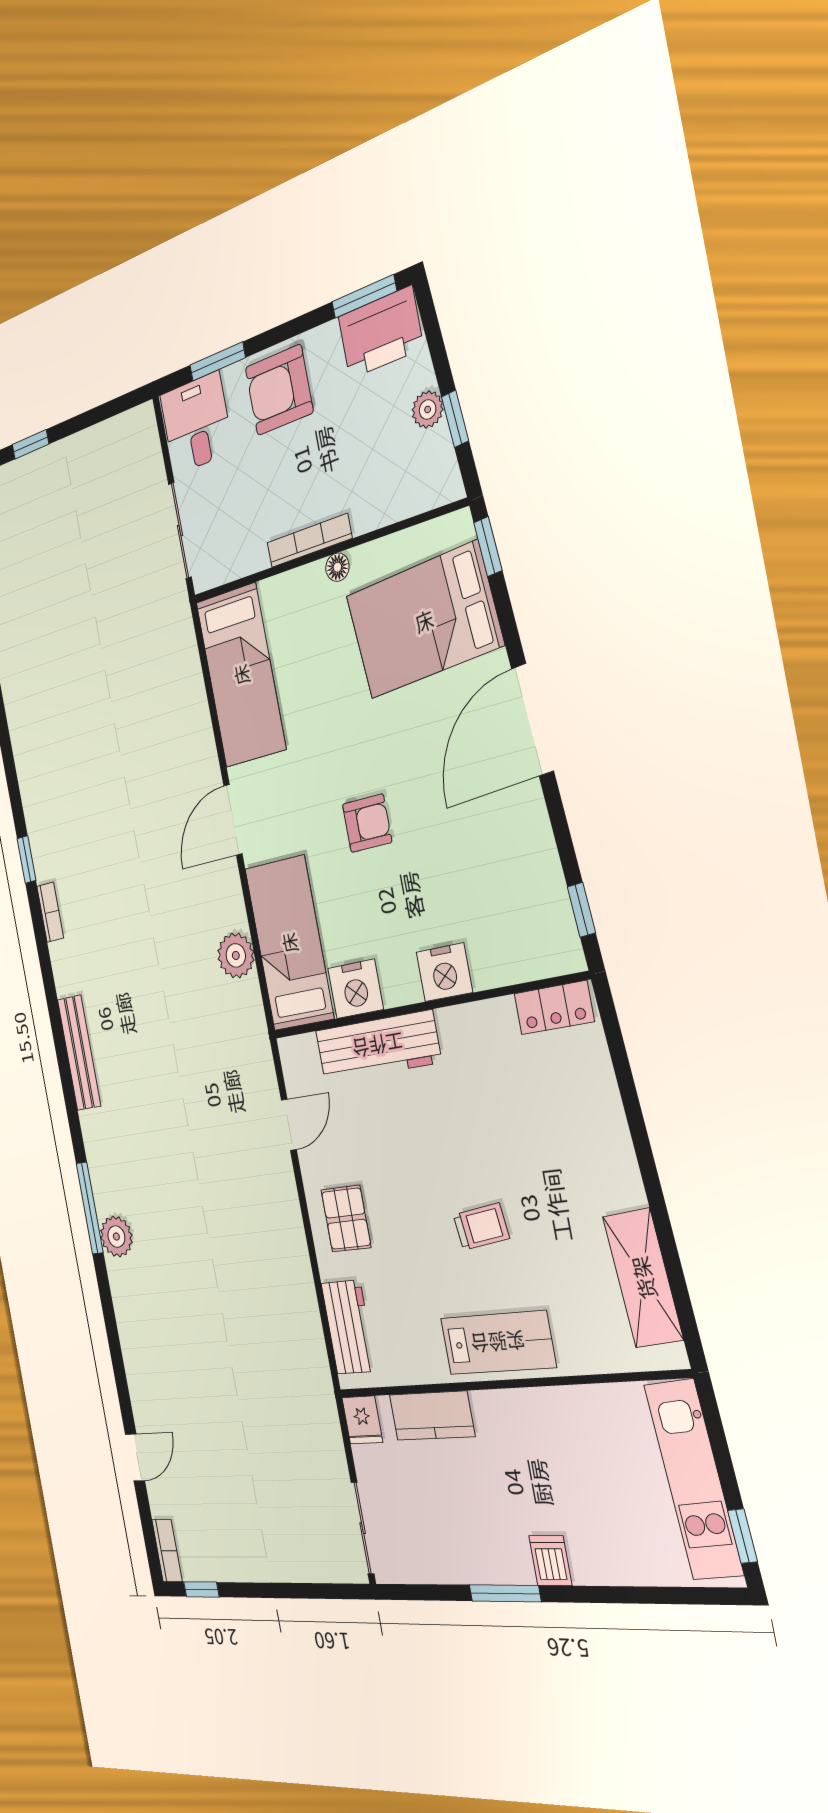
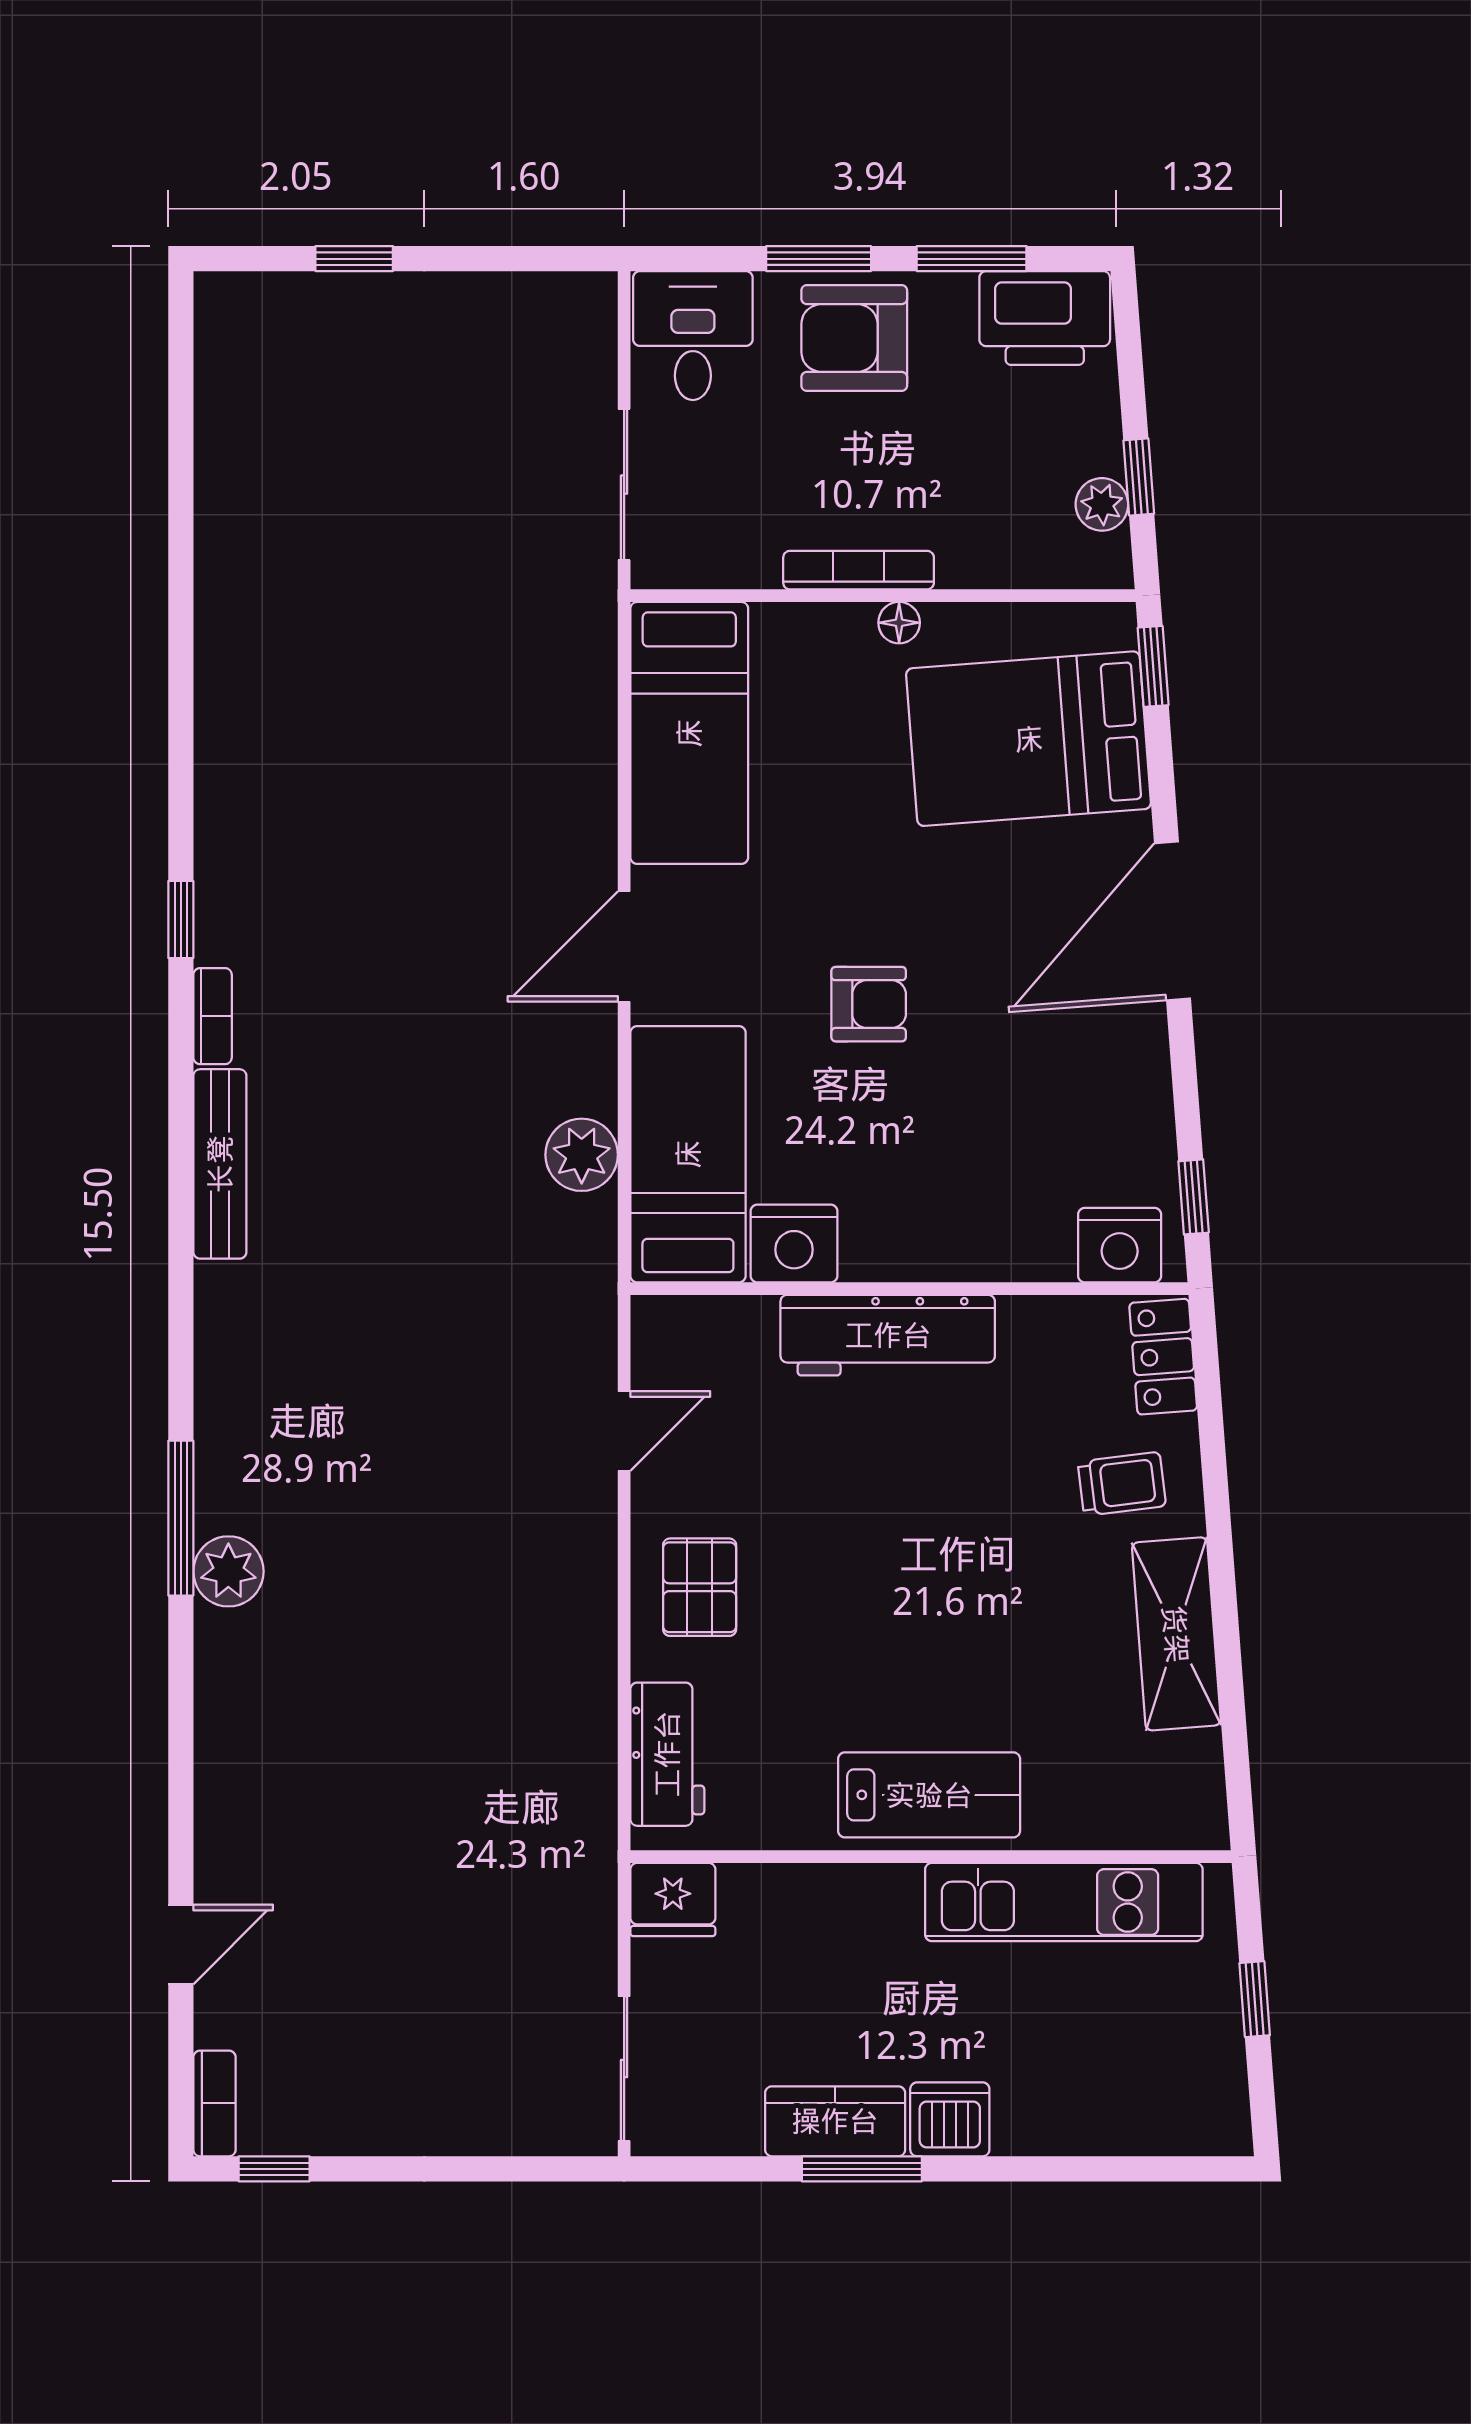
window: (364, 296) -> (972, 259), moved
window: (218, 361) -> (819, 259), moved
plant: (428, 410) -> (1102, 504), moved
nightstand: (444, 972) -> (1120, 1245), moved
locker: (554, 1008) -> (1163, 1357), moved, turned 86
workbench: (378, 1046) -> (888, 1335), moved
bench: (79, 1053) -> (220, 1164), moved
trolley: (481, 1227) -> (1122, 1484), moved
shelving: (643, 1278) -> (1176, 1634), moved
kitchen counter: (432, 1416) -> (835, 2121), moved, turned 180
fridge: (362, 1420) -> (673, 1900), width x1.38
kitchen unit: (694, 1479) -> (1064, 1902), moved, turned -86
window: (743, 1536) -> (1255, 1999), moved
dishwasher: (550, 1561) -> (950, 2119), width x1.38

